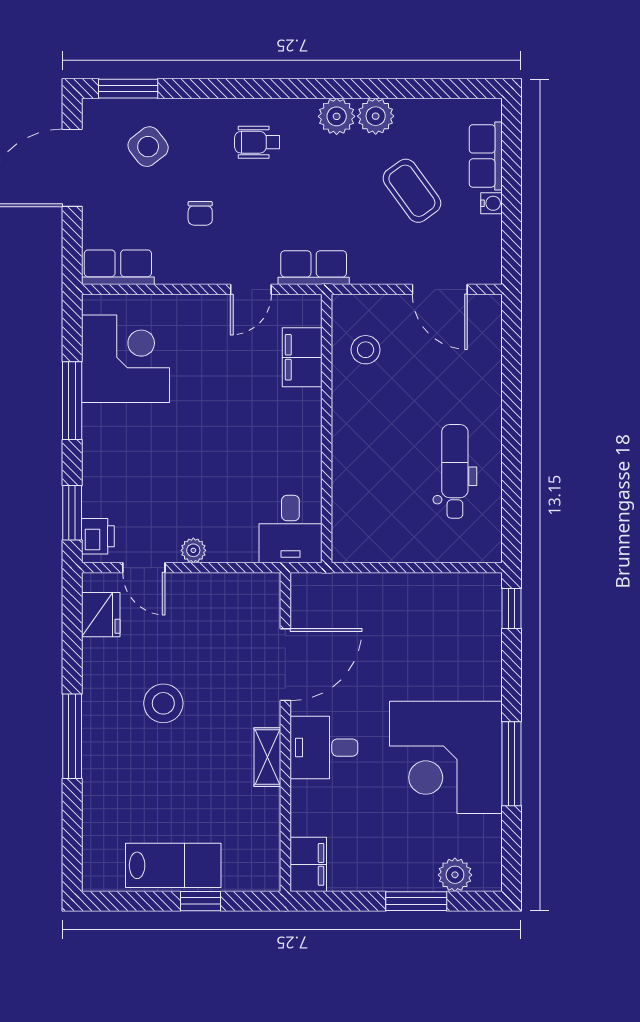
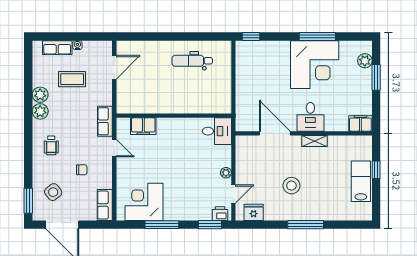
coffee table: (412, 191) -> (72, 79), turned 36
stool: (366, 350) -> (140, 99), removed

